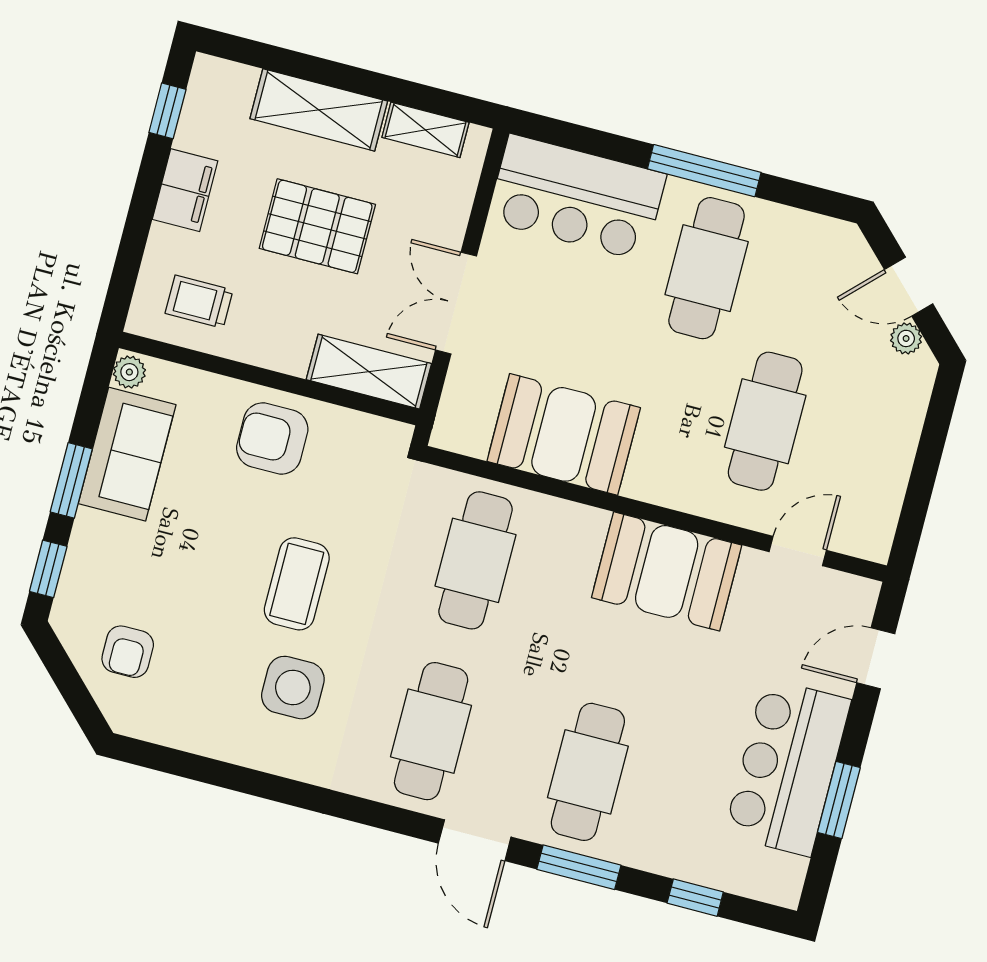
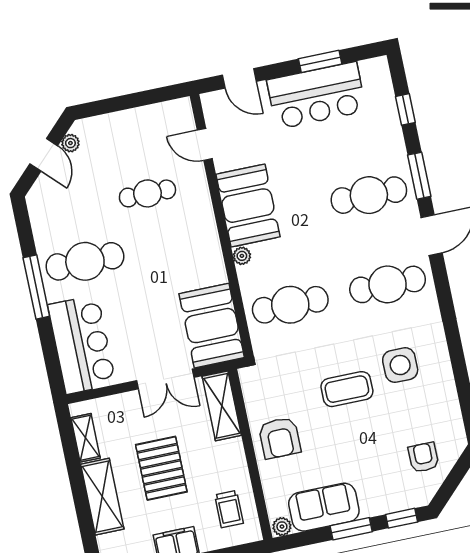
cafe table: (765, 421) -> (147, 193), width x0.73, depth x0.74
booth: (564, 434) -> (212, 326), moved
plant: (591, 522) -> (242, 256), added
armchair: (128, 652) -> (423, 457), turned -90

